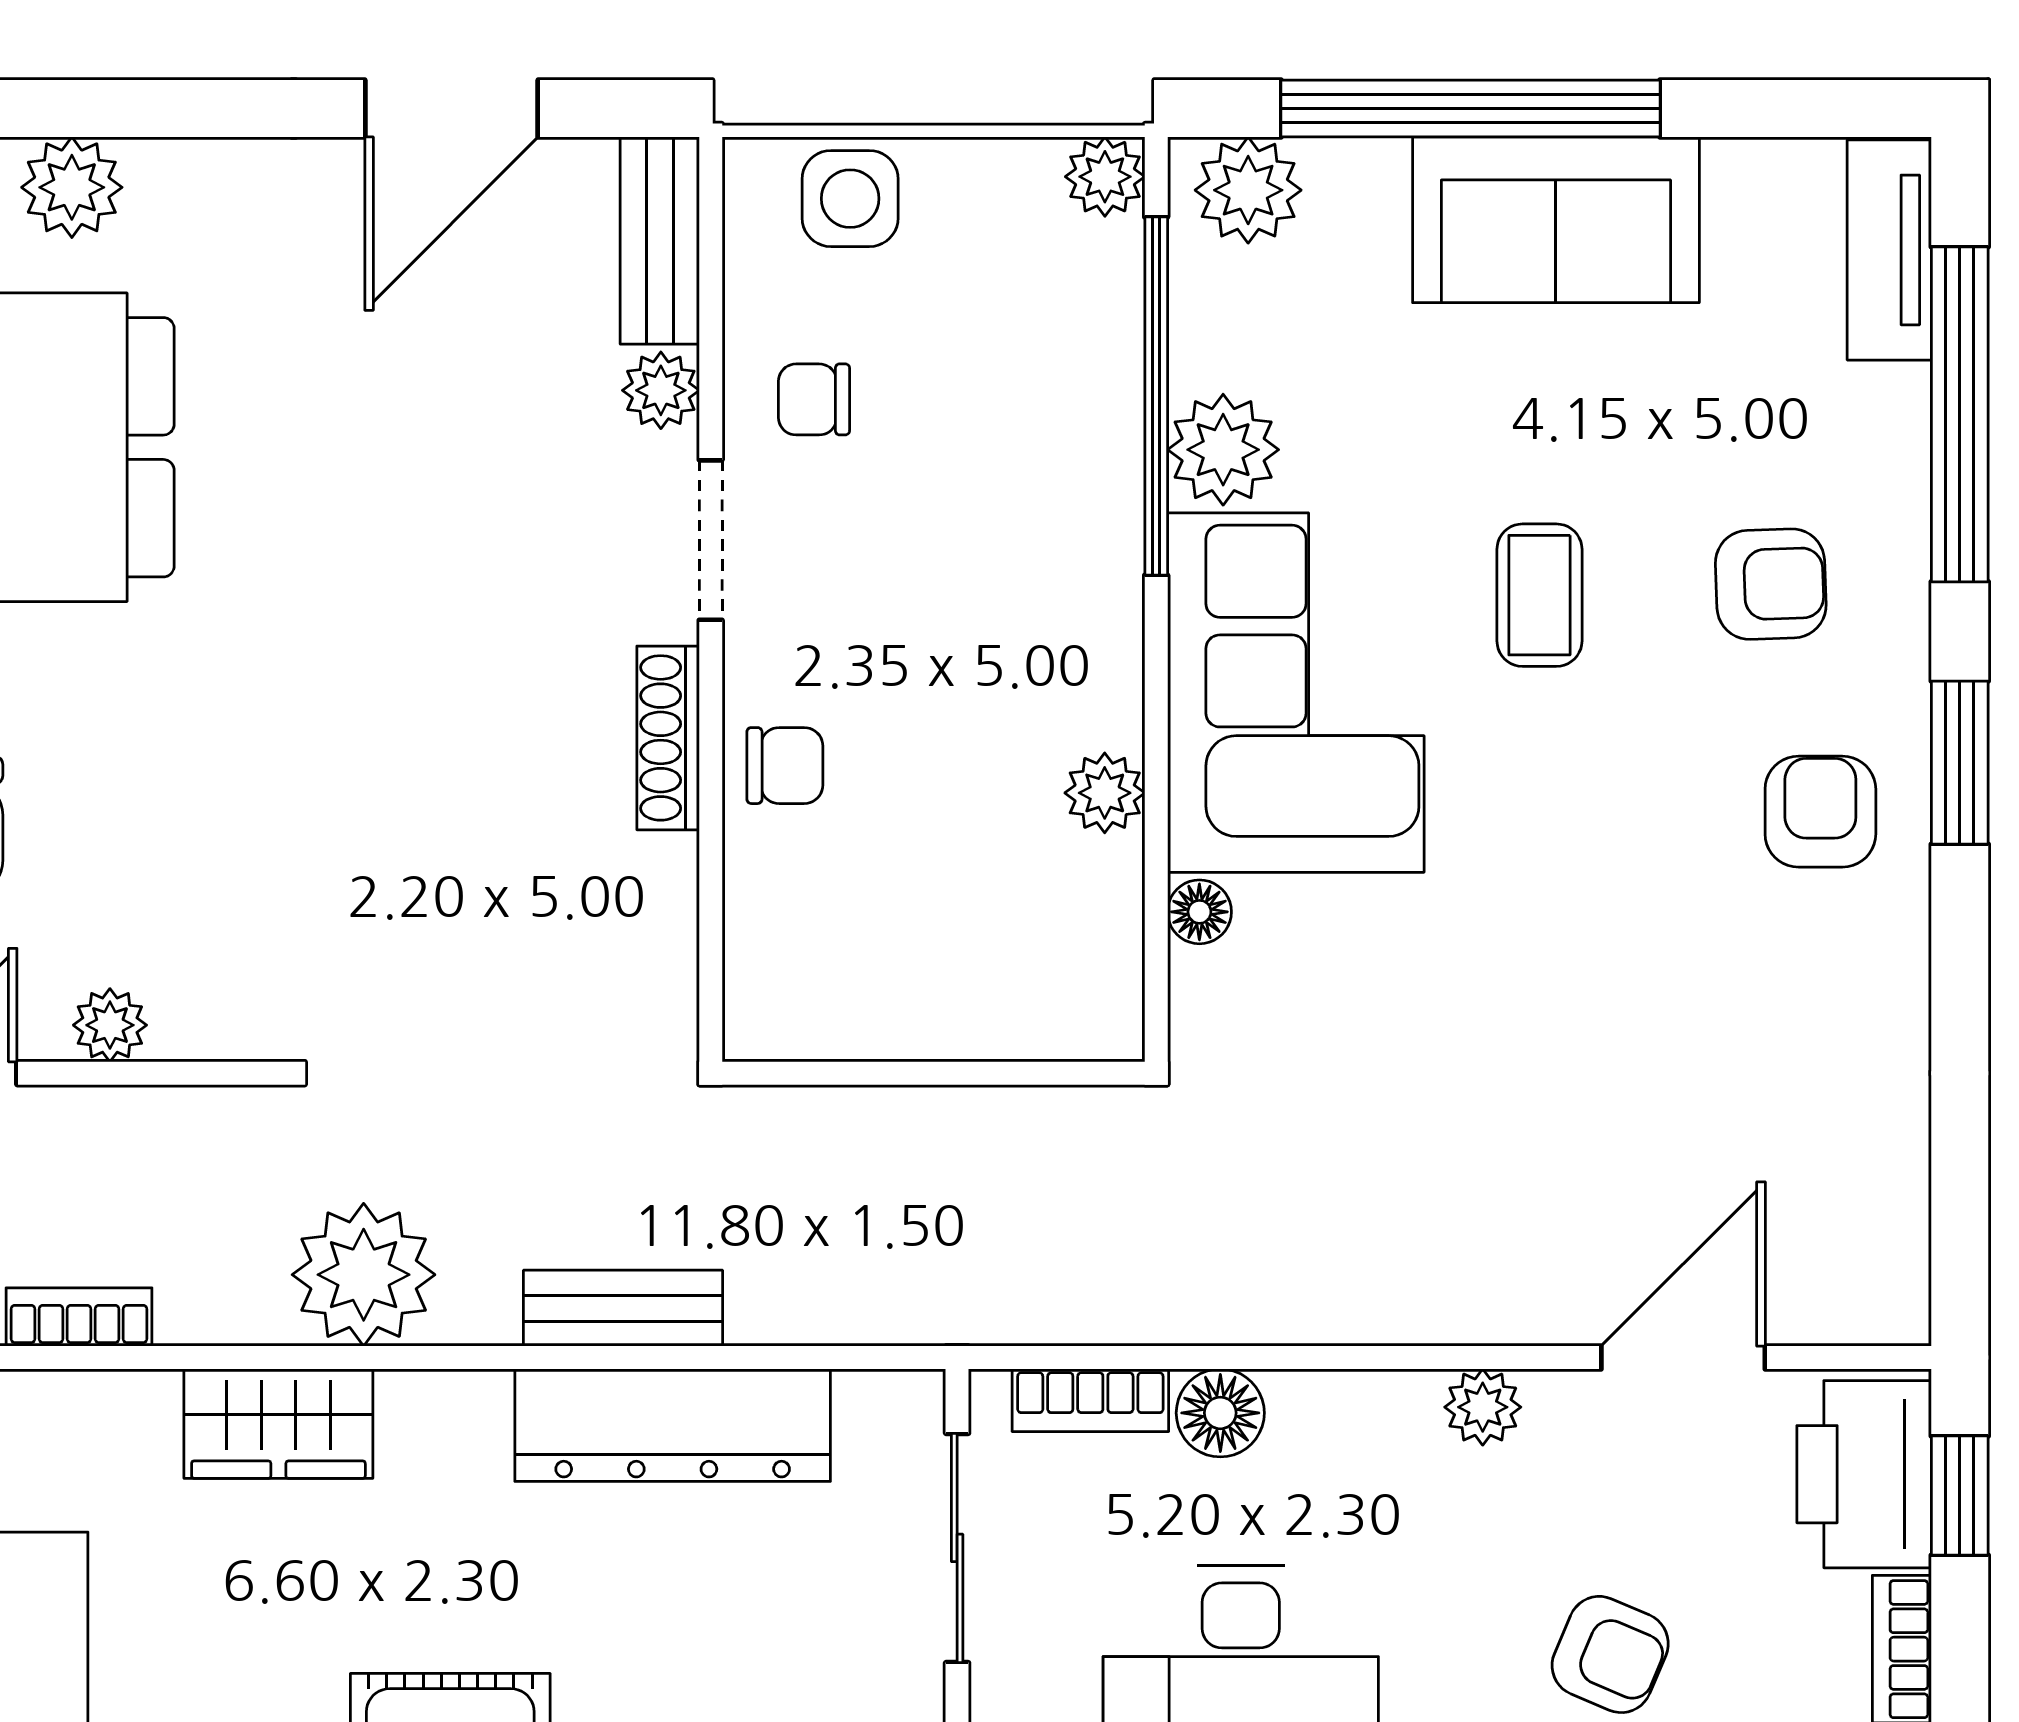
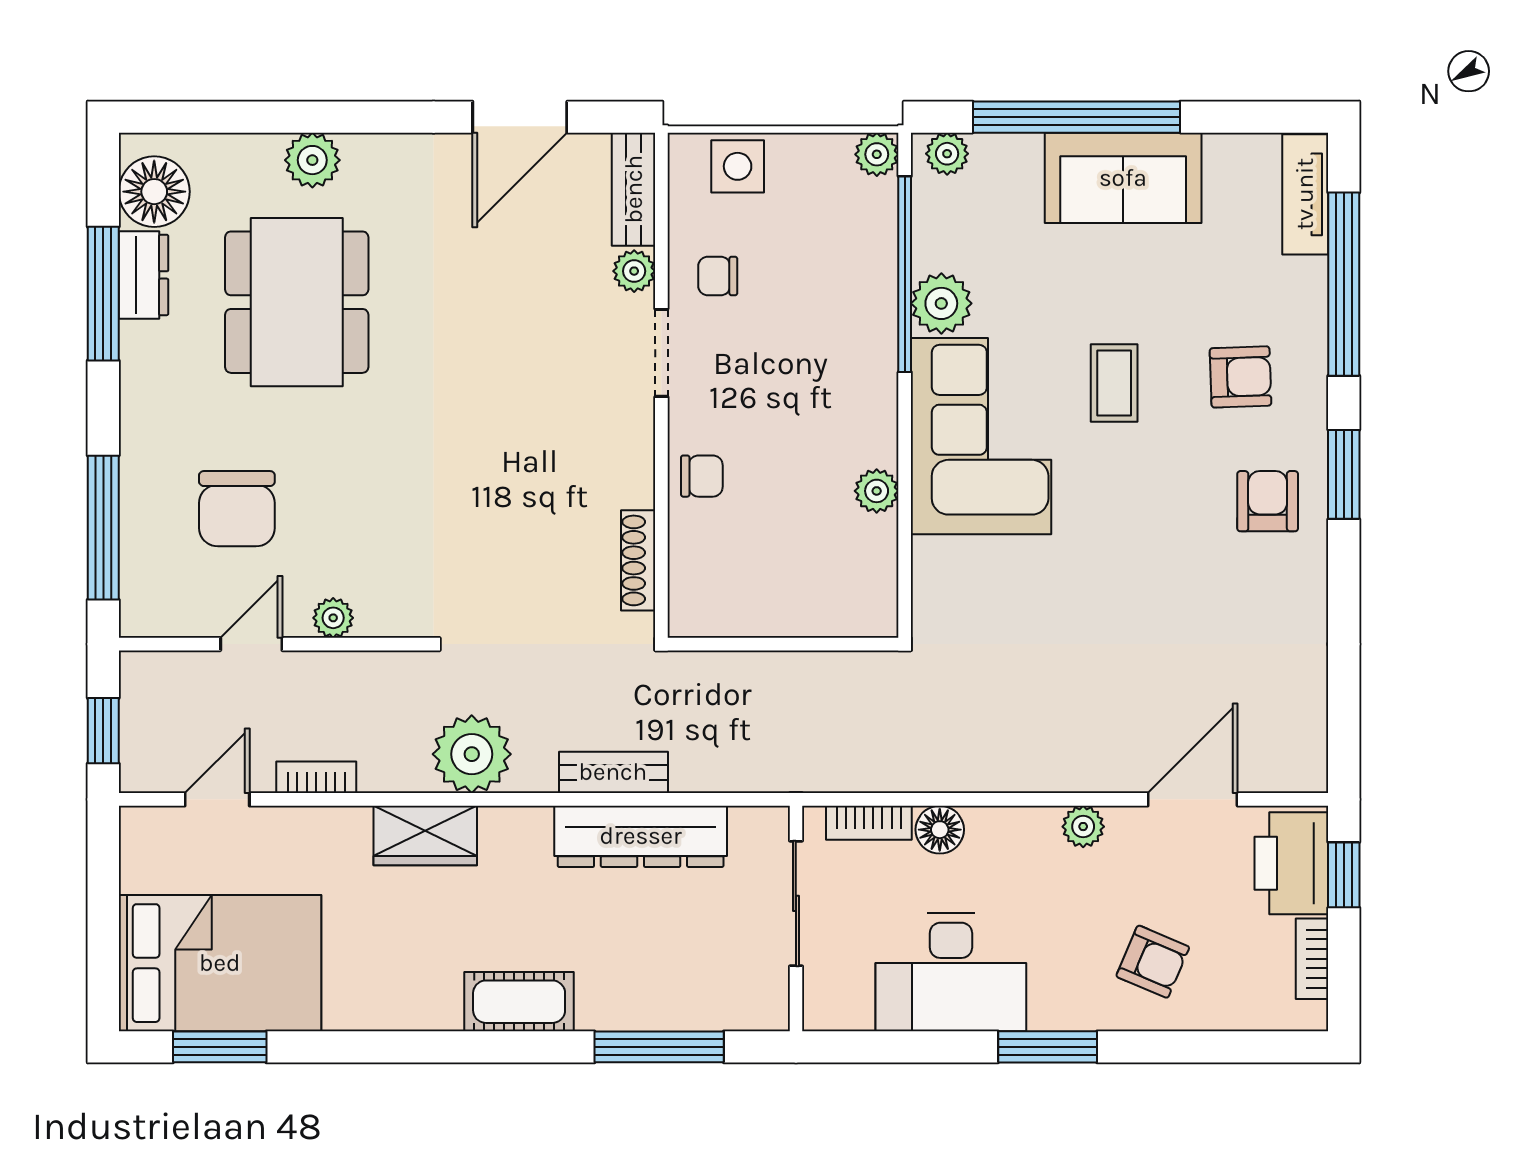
plant: (1248, 190) -> (947, 154), width x0.73, depth x0.73
shoe rack: (668, 738) -> (638, 560), moved
floor lamp: (1199, 912) -> (928, 556), removed

